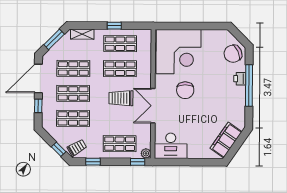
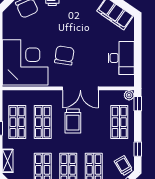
chair: (185, 90) -> (64, 55), turned -81
desk: (171, 146) -> (121, 58), moved

